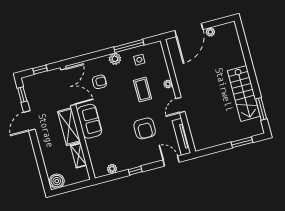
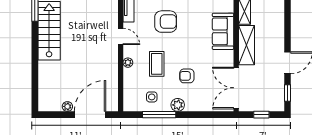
armchair: (99, 82) -> (187, 76), moved
door: (180, 105) -> (121, 36), hinge flipped
sofa: (89, 121) -> (223, 31), moved
armchair: (145, 128) -> (166, 22), turned 90

